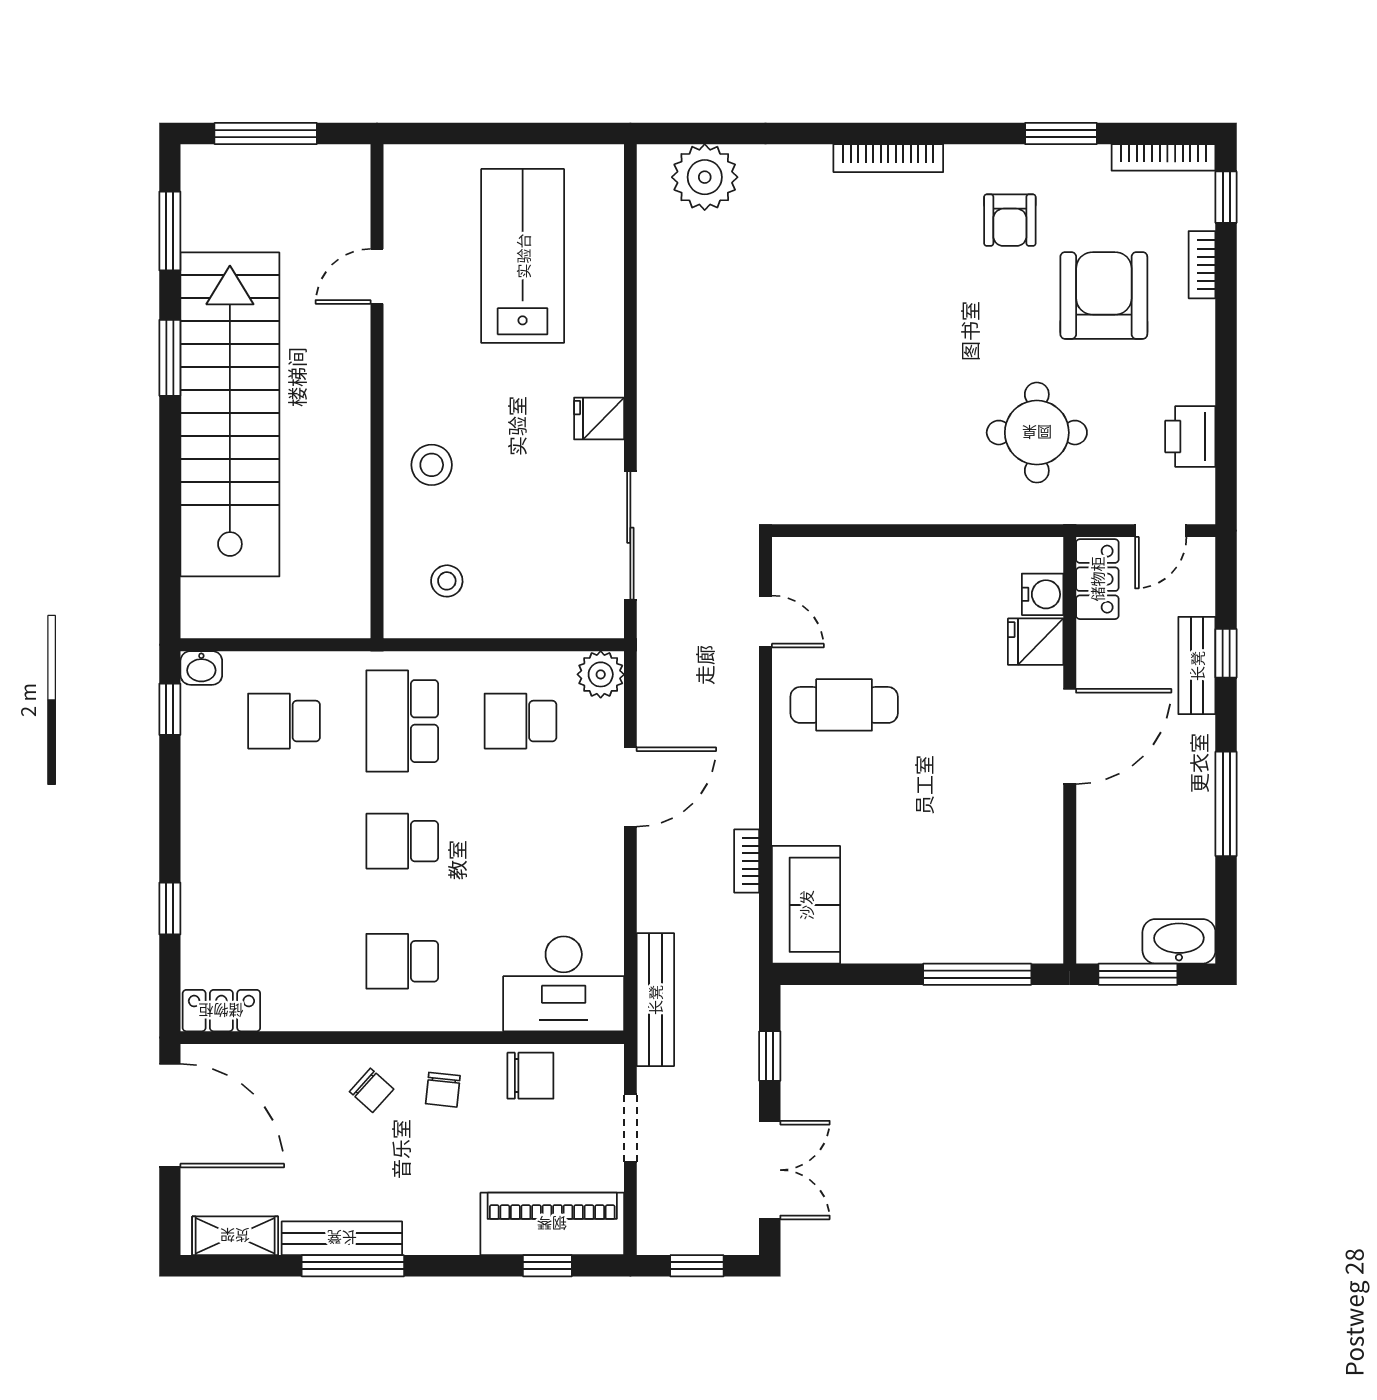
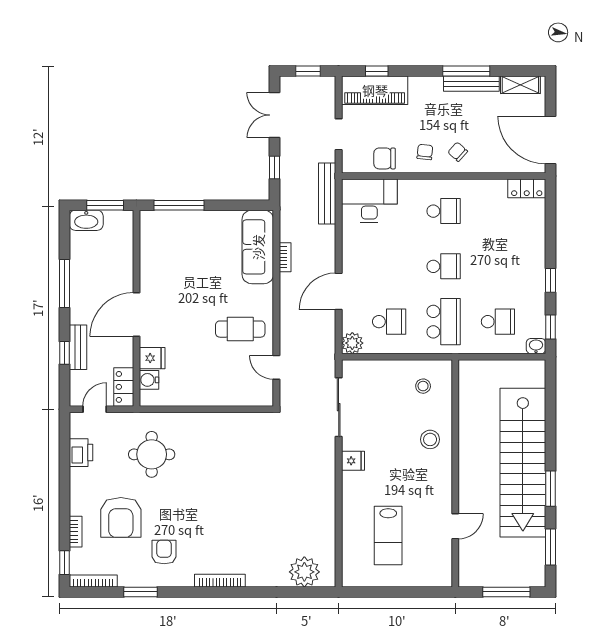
lab bench: (523, 256) -> (388, 536), width x0.73, depth x0.72
sofa: (806, 905) -> (258, 247), width x1.36
window: (170, 908) -> (550, 280), moved

